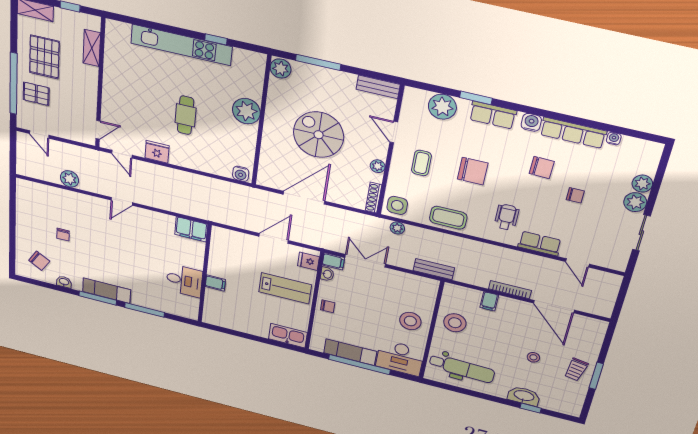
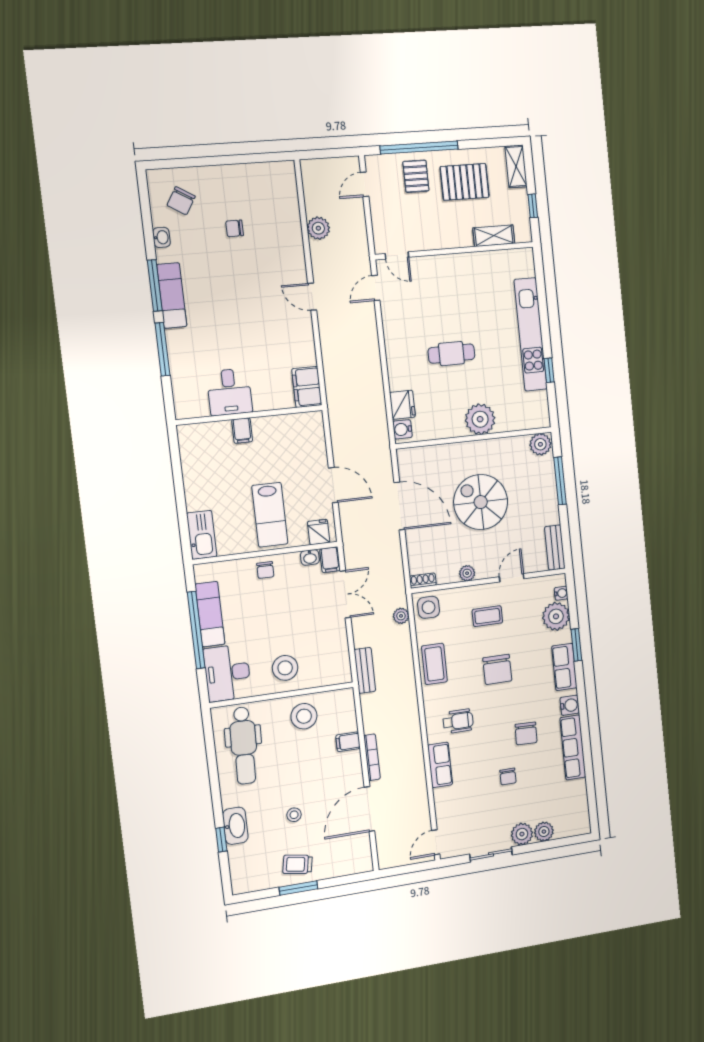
spiral stairs: (319, 135) -> (481, 502), turned -90
water cooler: (614, 139) -> (561, 593), moved
fridge: (157, 152) -> (402, 405), moved
shoe rack: (374, 198) -> (423, 581), width x0.70
door: (577, 263) -> (436, 842), moved

